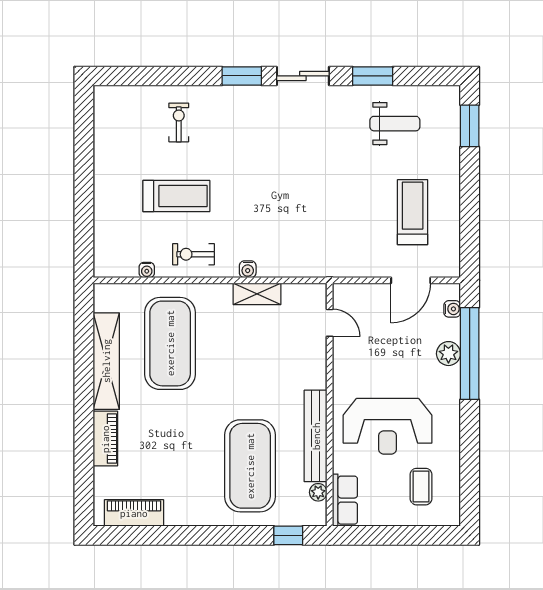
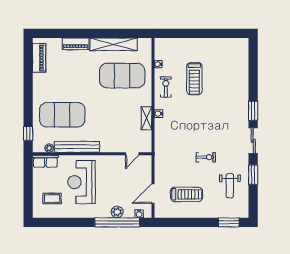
exercise bike: (179, 122) -> (206, 157), moved
door: (411, 280) -> (153, 194), hinge flipped

